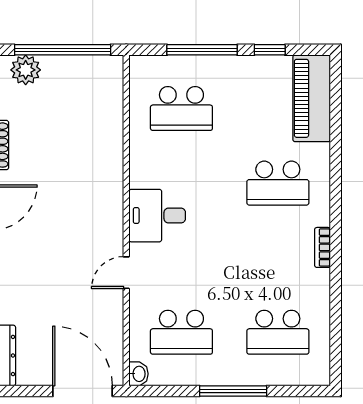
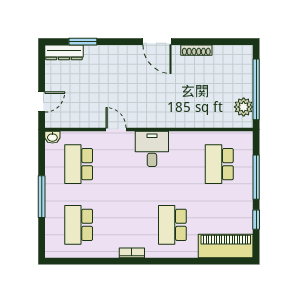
plant: (26, 70) -> (244, 107), moved
door: (83, 391) -> (42, 102), width x0.53

